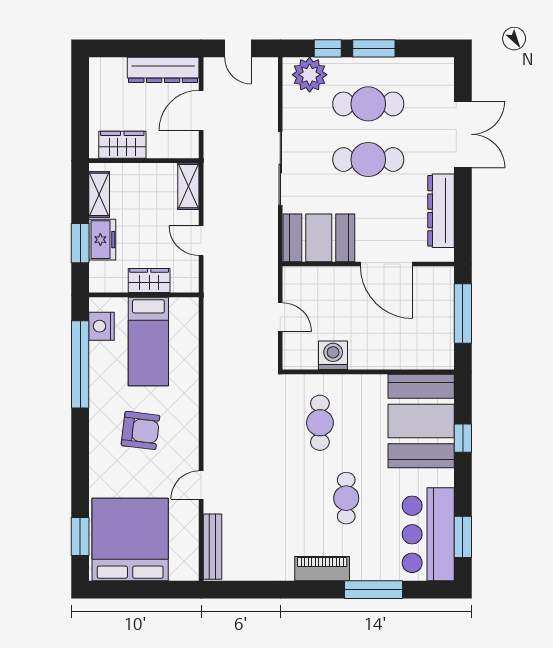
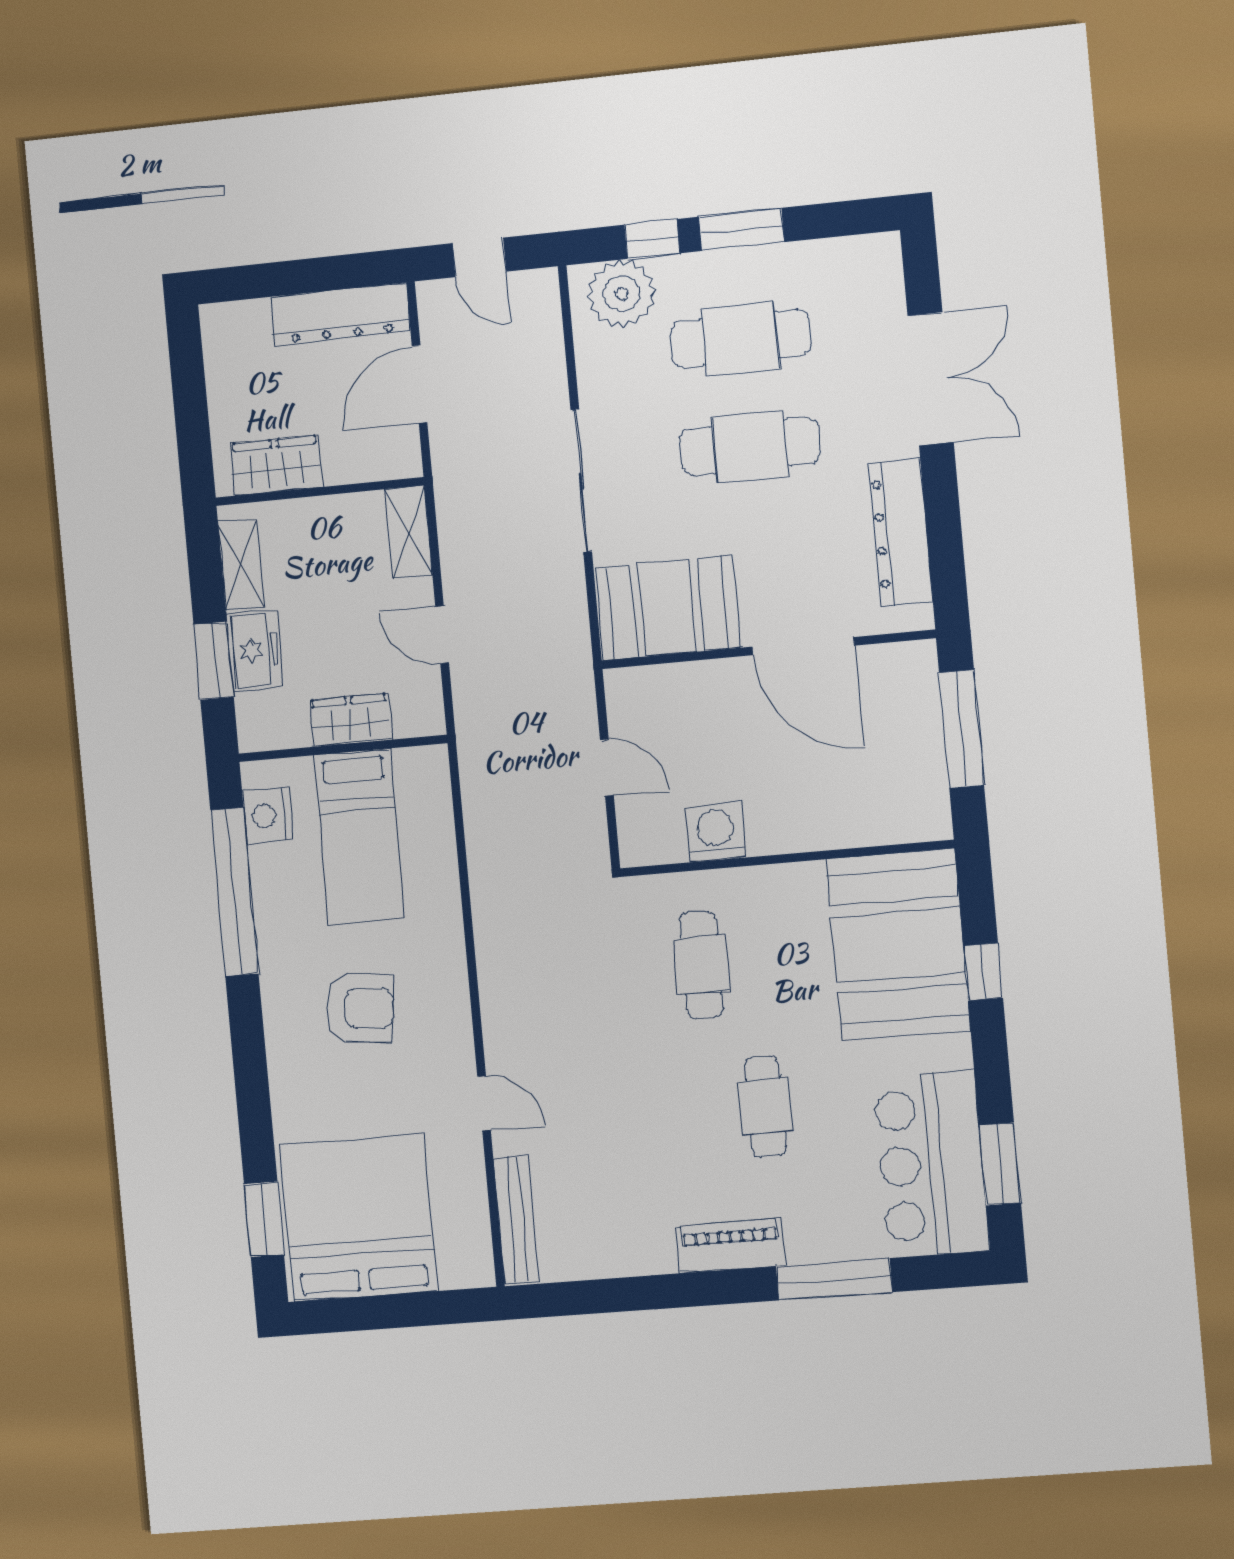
door: (201, 485) -> (484, 1103), swing flipped

